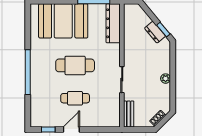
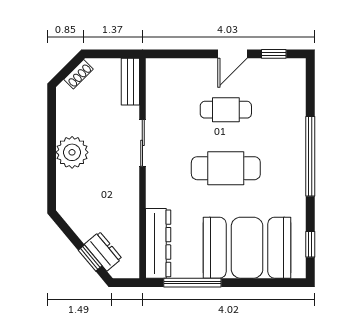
window: (28, 23) -> (310, 244), added
window: (163, 30) -> (90, 258), moved
dresser: (155, 32) -> (103, 251), moved
plant: (166, 79) -> (72, 152), width x1.87, depth x1.87

